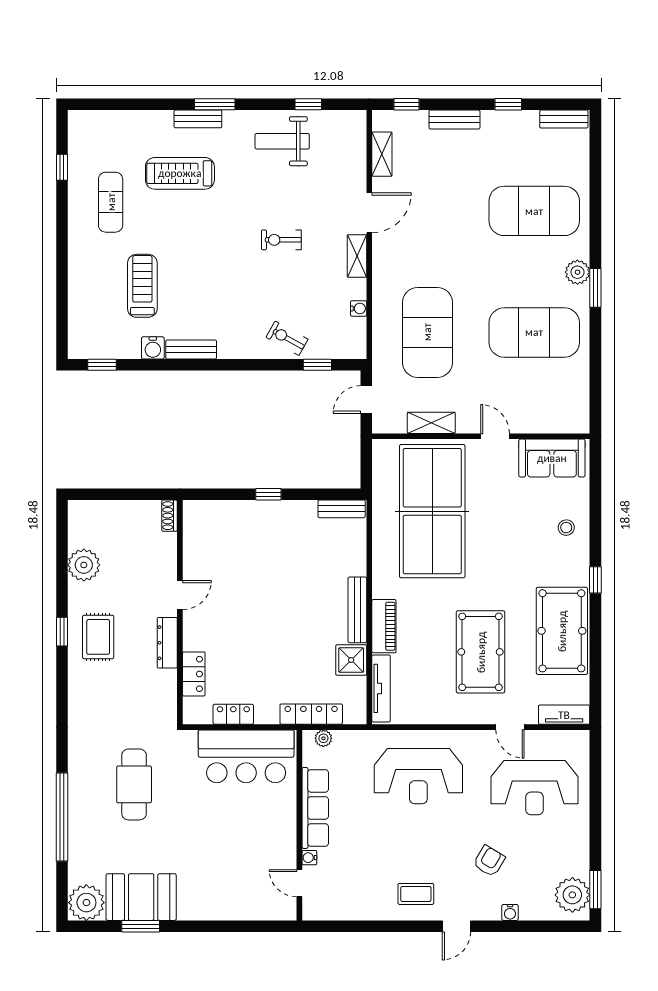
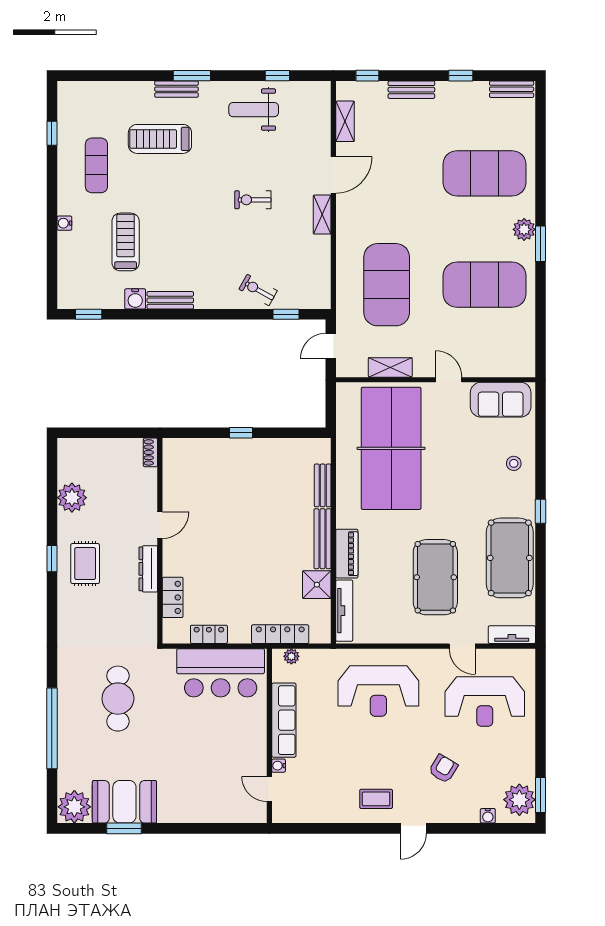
water cooler: (359, 308) -> (64, 223), moved, turned 180
bench: (342, 509) -> (323, 485), moved, turned 90
water cooler: (510, 912) -> (488, 816), moved

